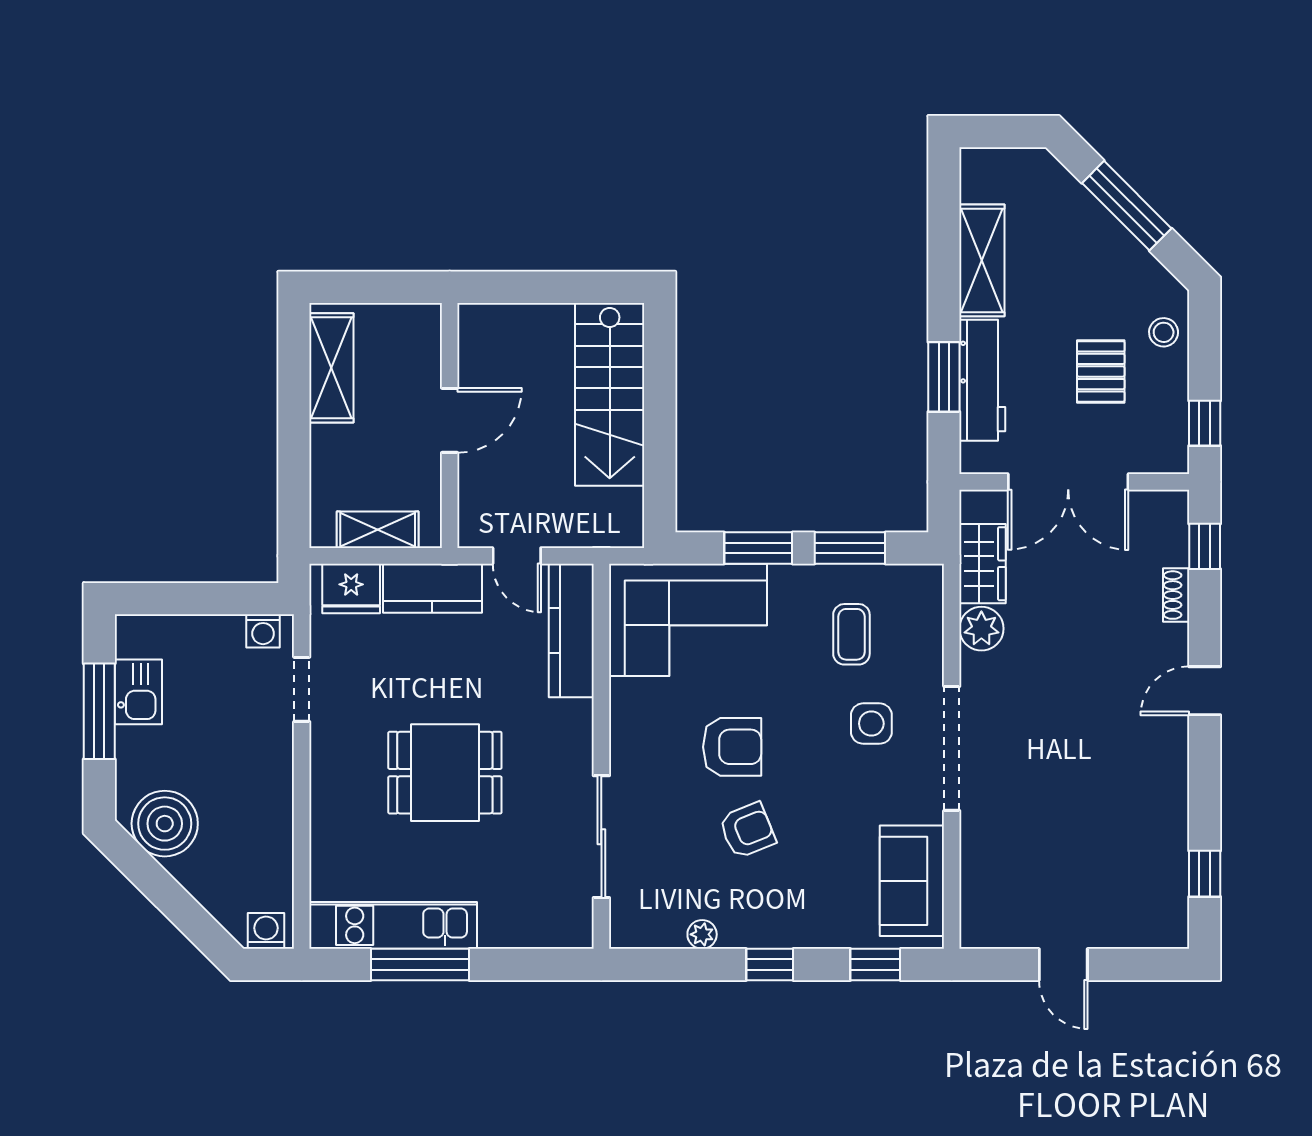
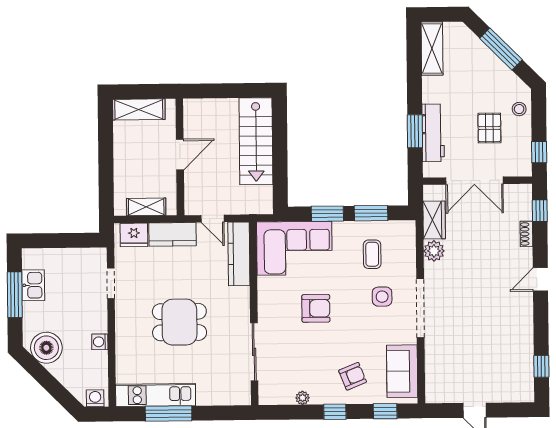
shelving: (982, 260) -> (432, 48), moved
shelving: (331, 368) -> (139, 109), moved, turned 90
washing machine: (263, 631) -> (100, 342), moved, turned 90
armchair: (747, 830) -> (353, 376), moved

